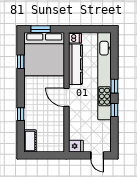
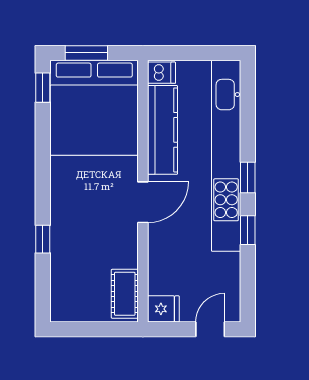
window: (21, 62) -> (43, 88), moved
door: (66, 97) -> (143, 202), swing flipped
cot: (30, 141) -> (125, 294), moved
door: (97, 155) -> (210, 329), swing flipped

